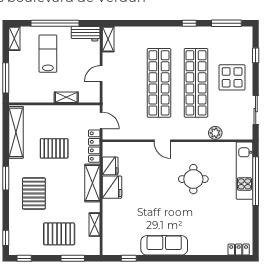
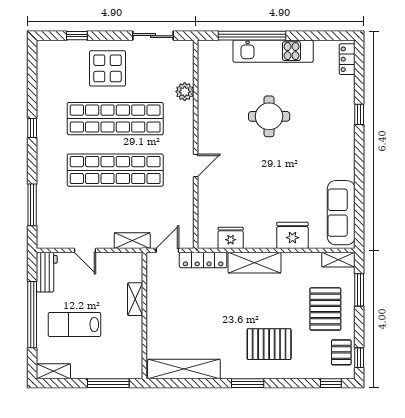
window: (226, 23) -> (32, 205), moved
shelving: (108, 39) -> (132, 241), moved
door: (101, 74) -> (85, 250), moved
pallet: (54, 148) -> (341, 352), moved, width x0.67, depth x0.71
kitchen unit: (244, 171) -> (273, 51), moved
round table: (193, 179) -> (269, 116), moved
fridge: (112, 187) -> (292, 235), moved
shelving: (95, 225) -> (338, 260), moved
sofa: (164, 245) -> (341, 213), moved
window: (129, 258) -> (359, 114), moved

